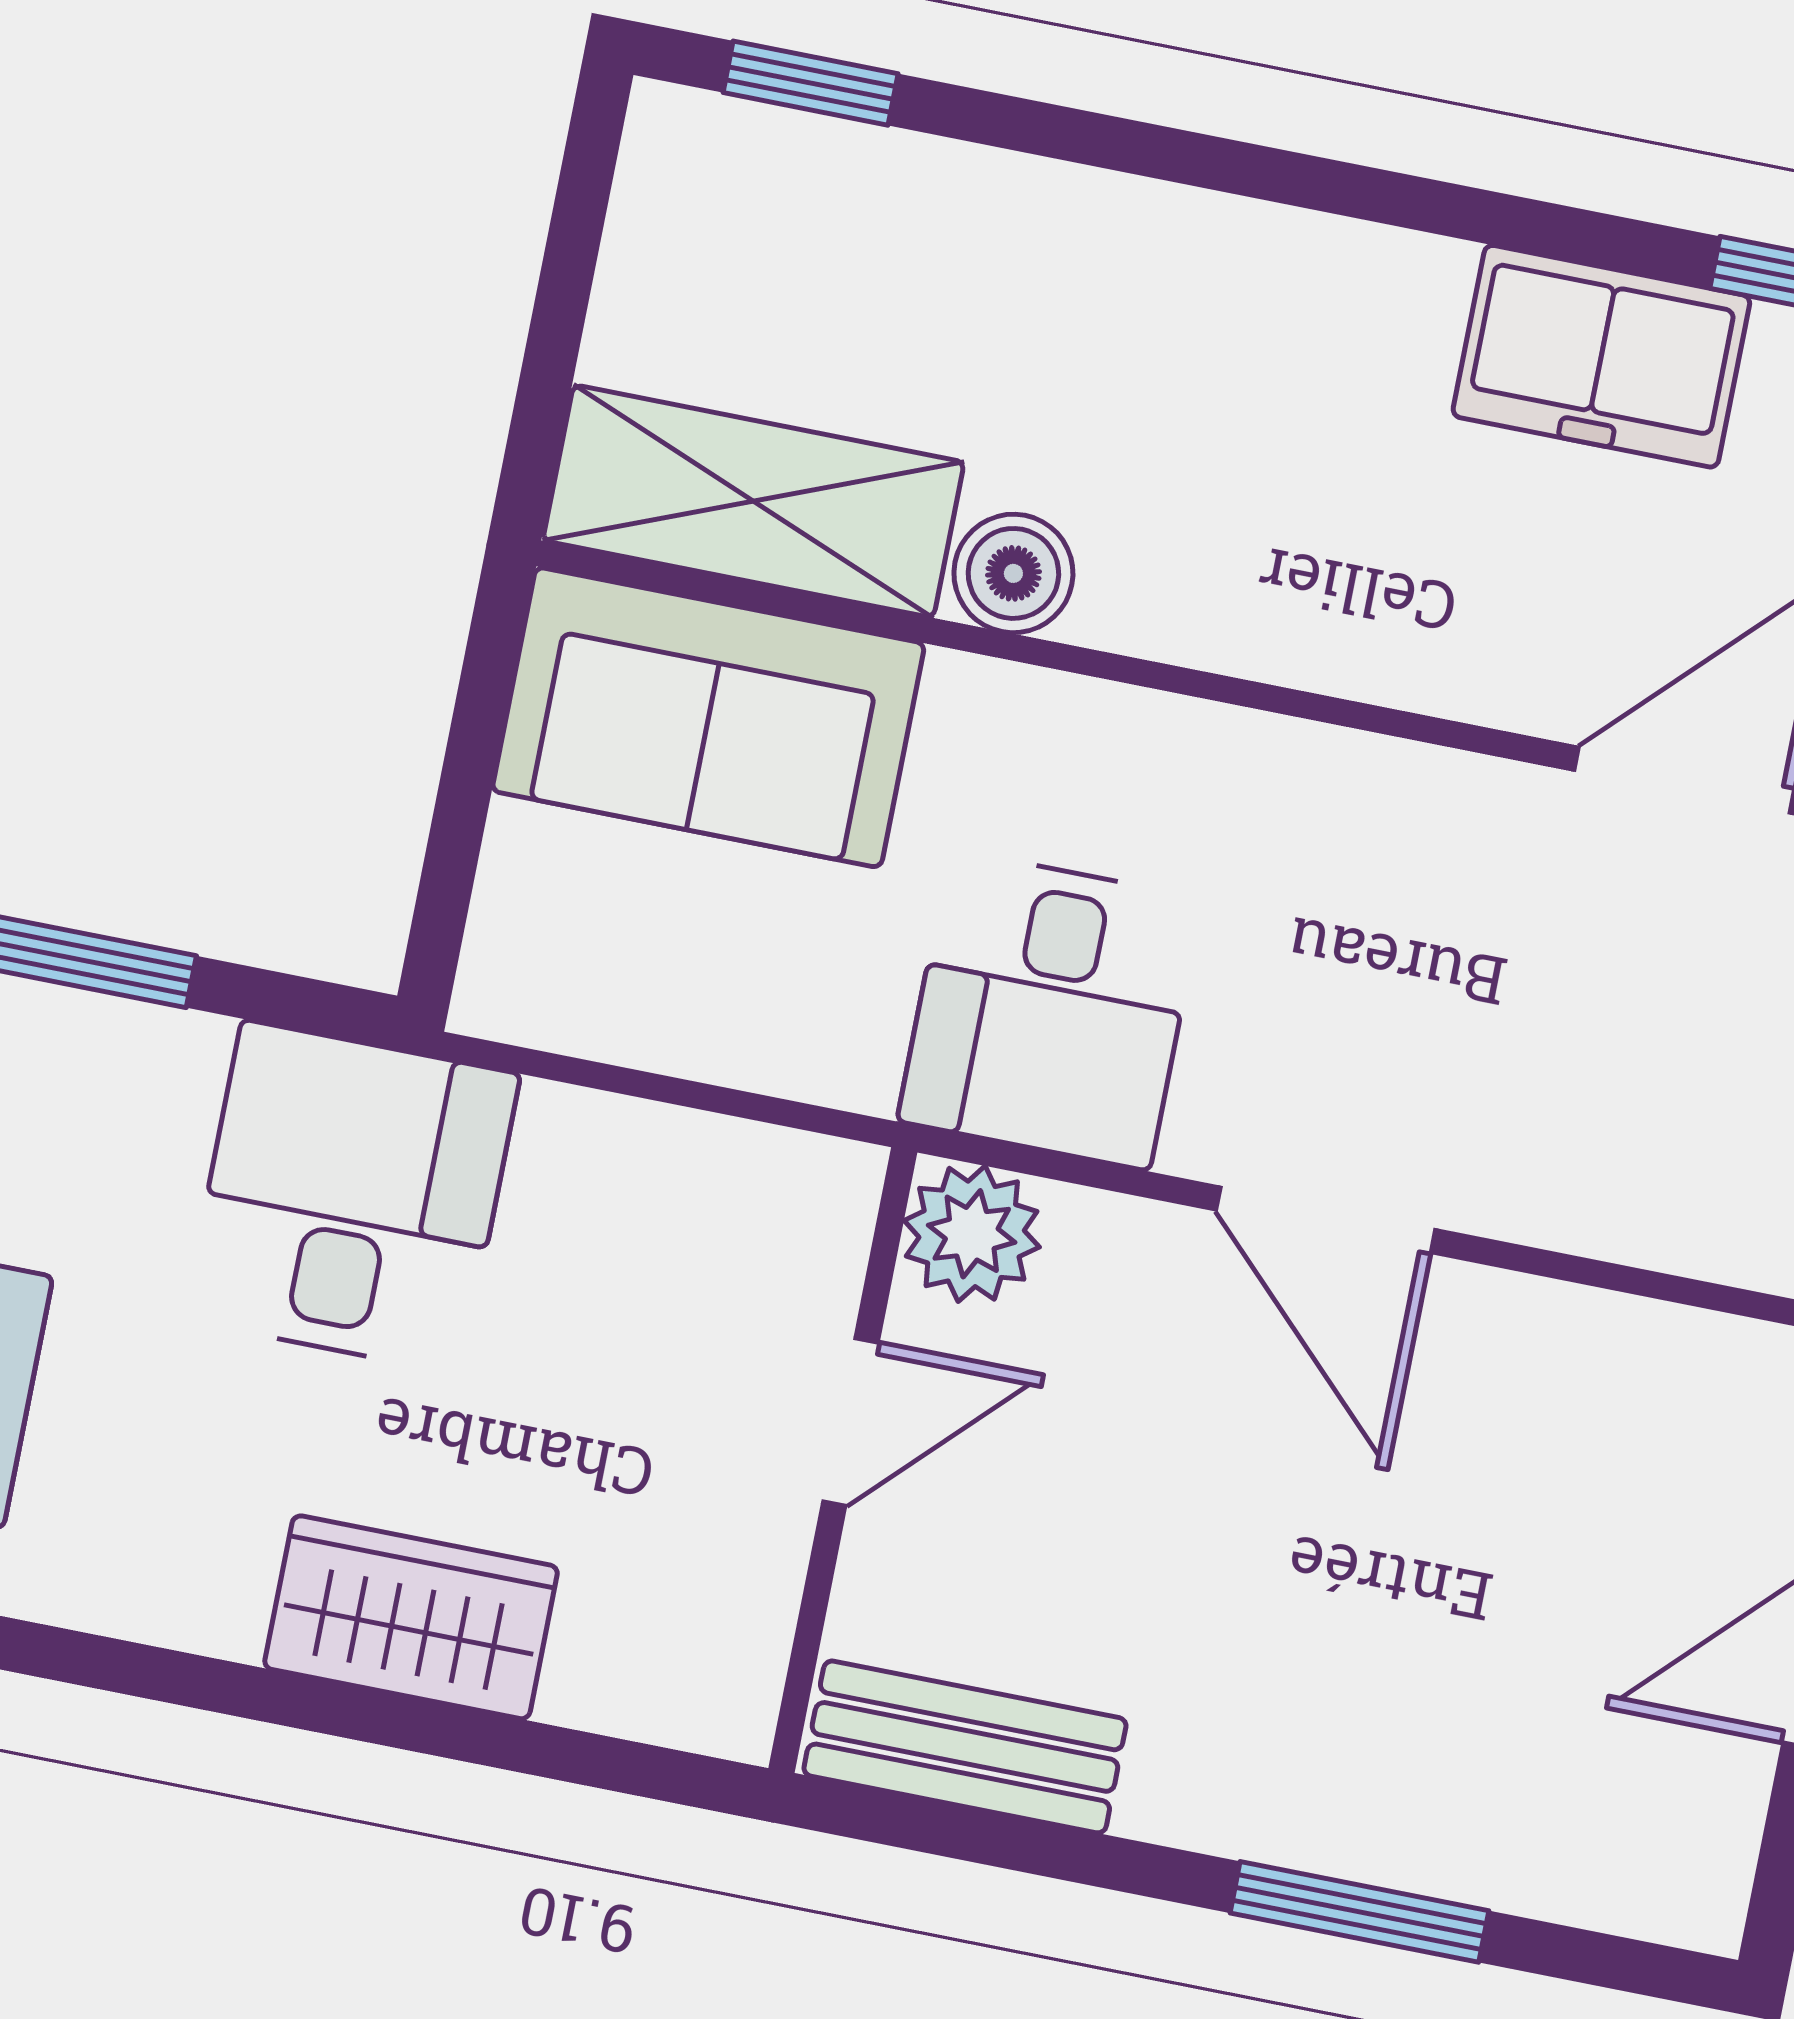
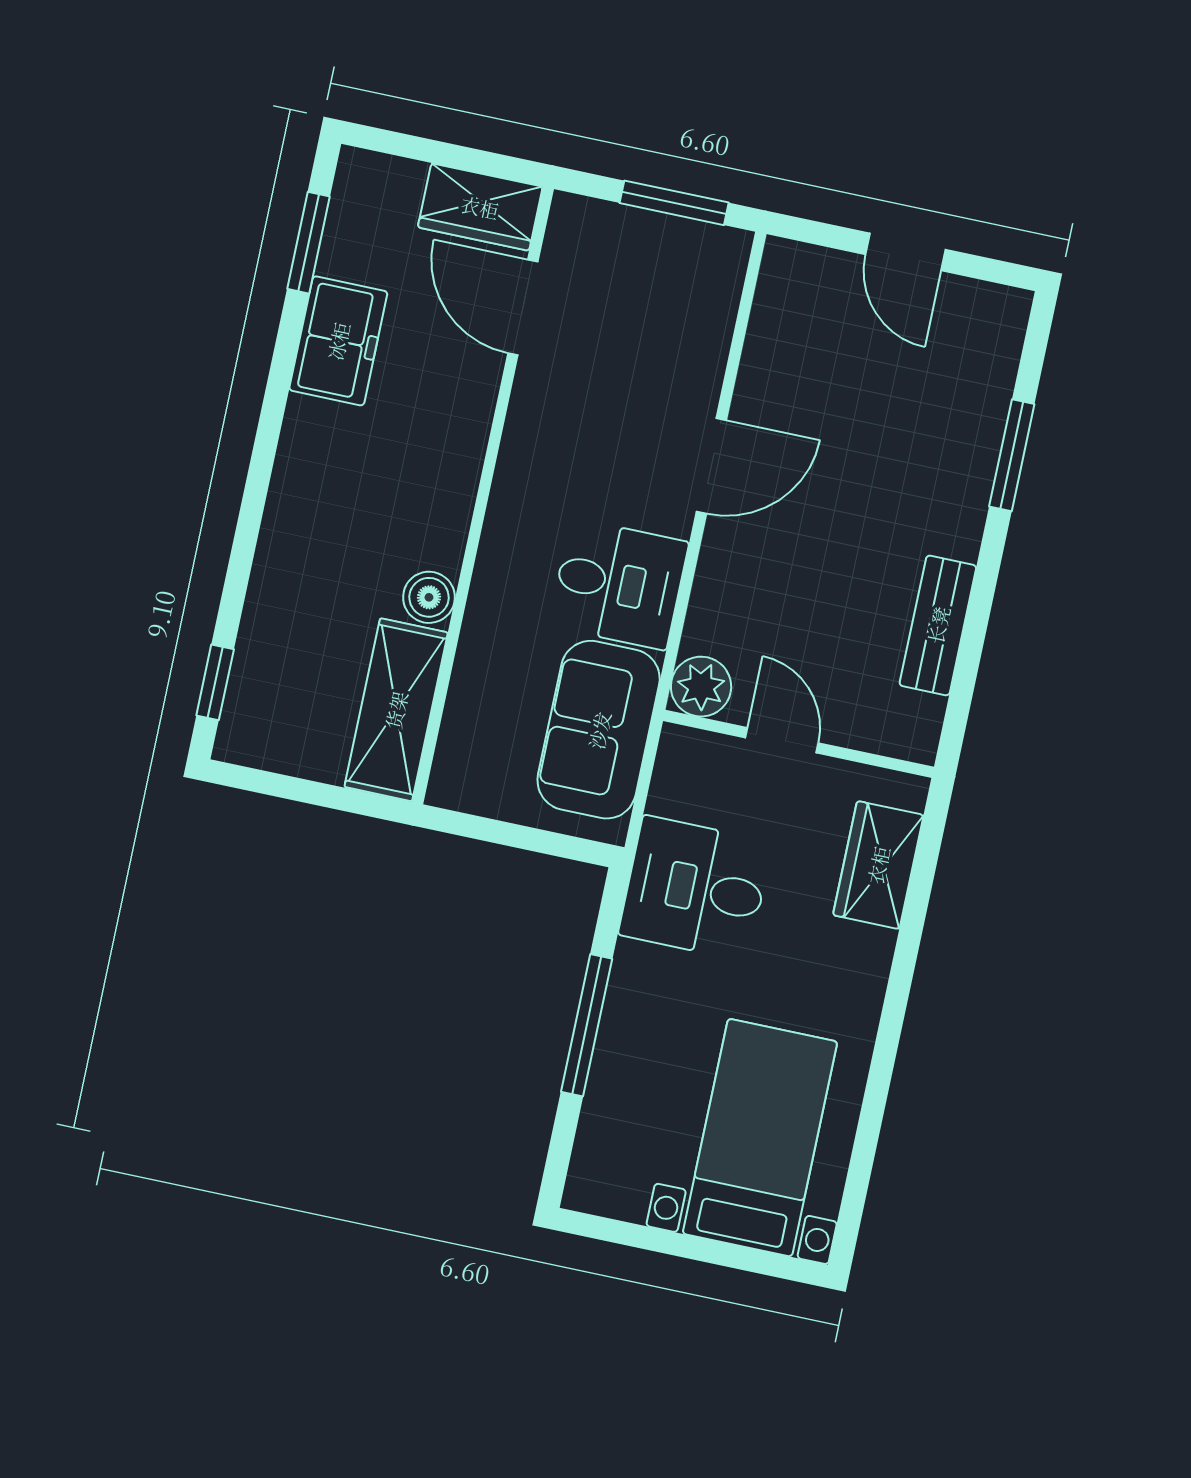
sofa: (708, 717) -> (599, 730), moved, turned 180
plant: (972, 1234) -> (701, 687), moved
door: (850, 1422) -> (782, 740), moved
wall: (843, 1460) -> (798, 744), moved

